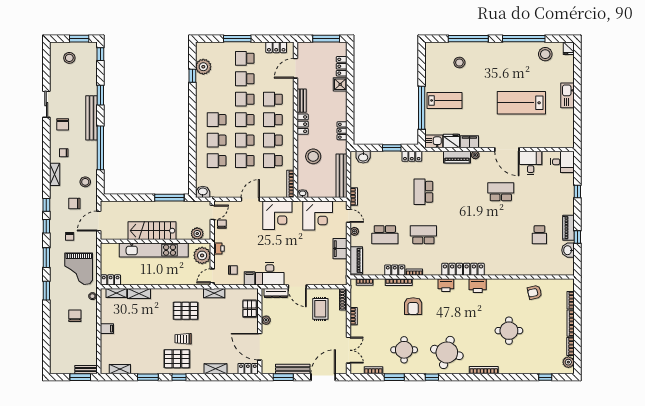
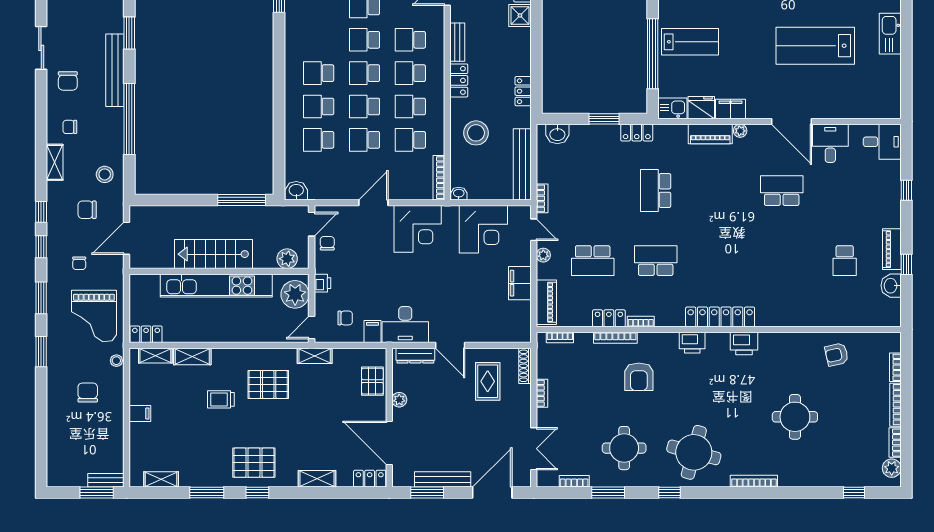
trolley: (183, 339) -> (221, 399), moved

